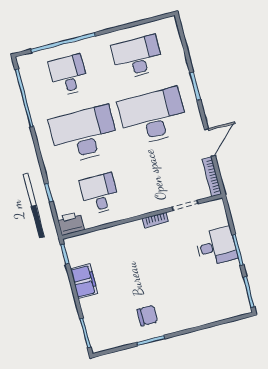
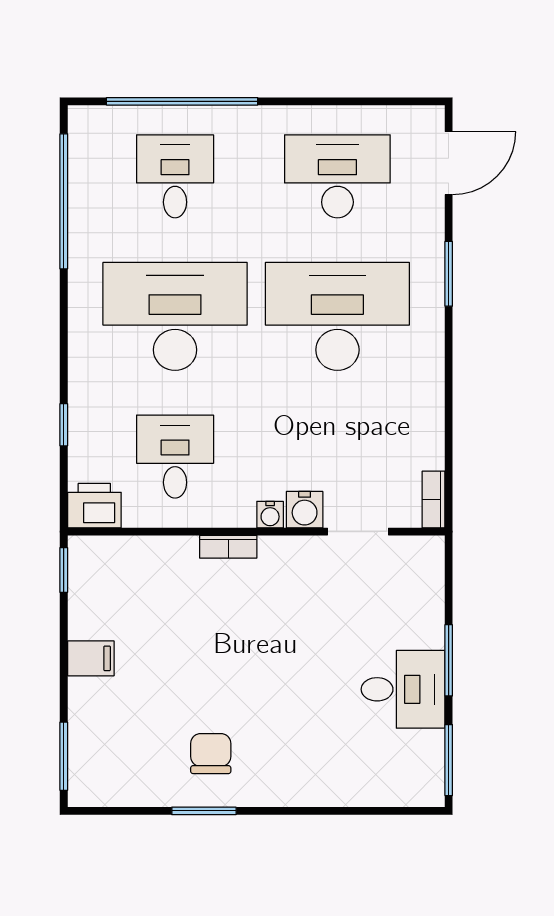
door: (210, 142) -> (449, 163), moved
bookcase: (212, 177) -> (434, 499), width x0.64
water cooler: (160, 202) -> (305, 510), added
water cooler: (146, 208) -> (270, 515), added
bookcase: (155, 220) -> (228, 547), moved
desk: (216, 246) -> (403, 689), moved
filing cabinet: (84, 281) -> (91, 658), width x0.50
chair: (147, 316) -> (211, 754), turned -90

